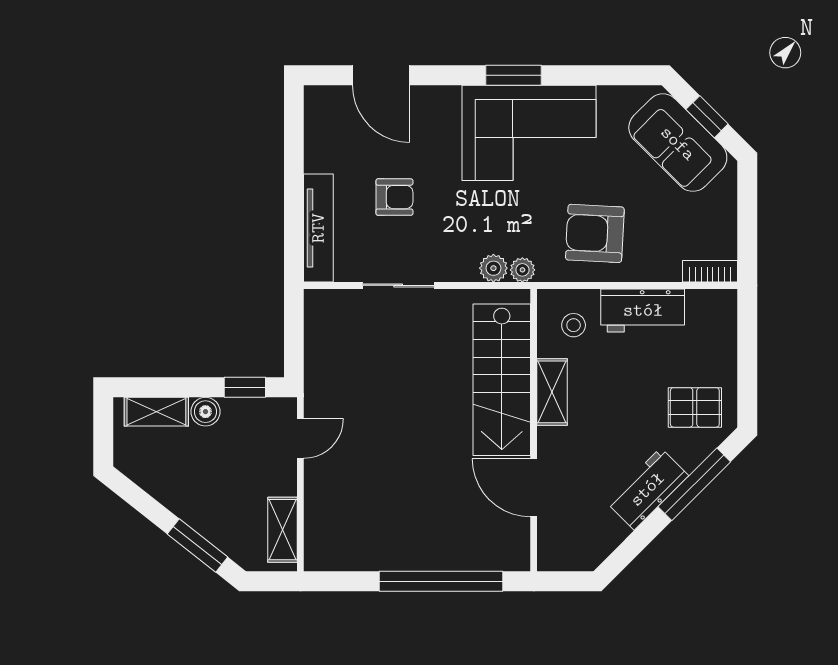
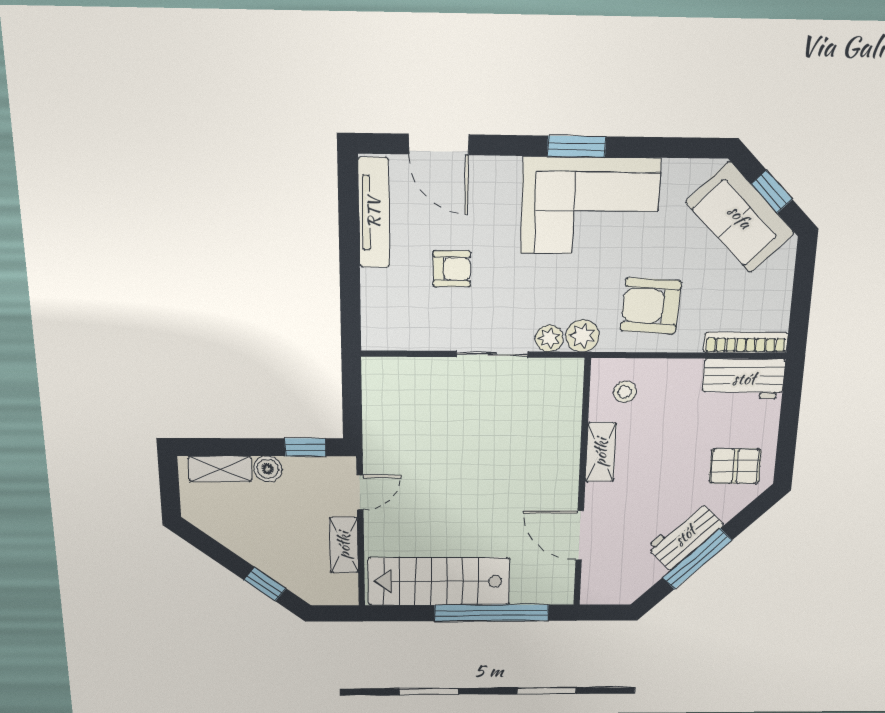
tv unit: (318, 228) -> (374, 213), moved
plant: (522, 270) -> (582, 336), width x1.38, depth x1.38
bookcase: (710, 271) -> (746, 343), width x1.56
sliding door: (398, 285) -> (492, 354), moved
workbench: (643, 310) -> (744, 379), moved
stairs: (502, 380) -> (439, 581), moved, turned 90
window: (694, 484) -> (697, 559), moved
shelving: (282, 530) -> (344, 545), moved
window: (198, 546) -> (265, 584), width x0.67

